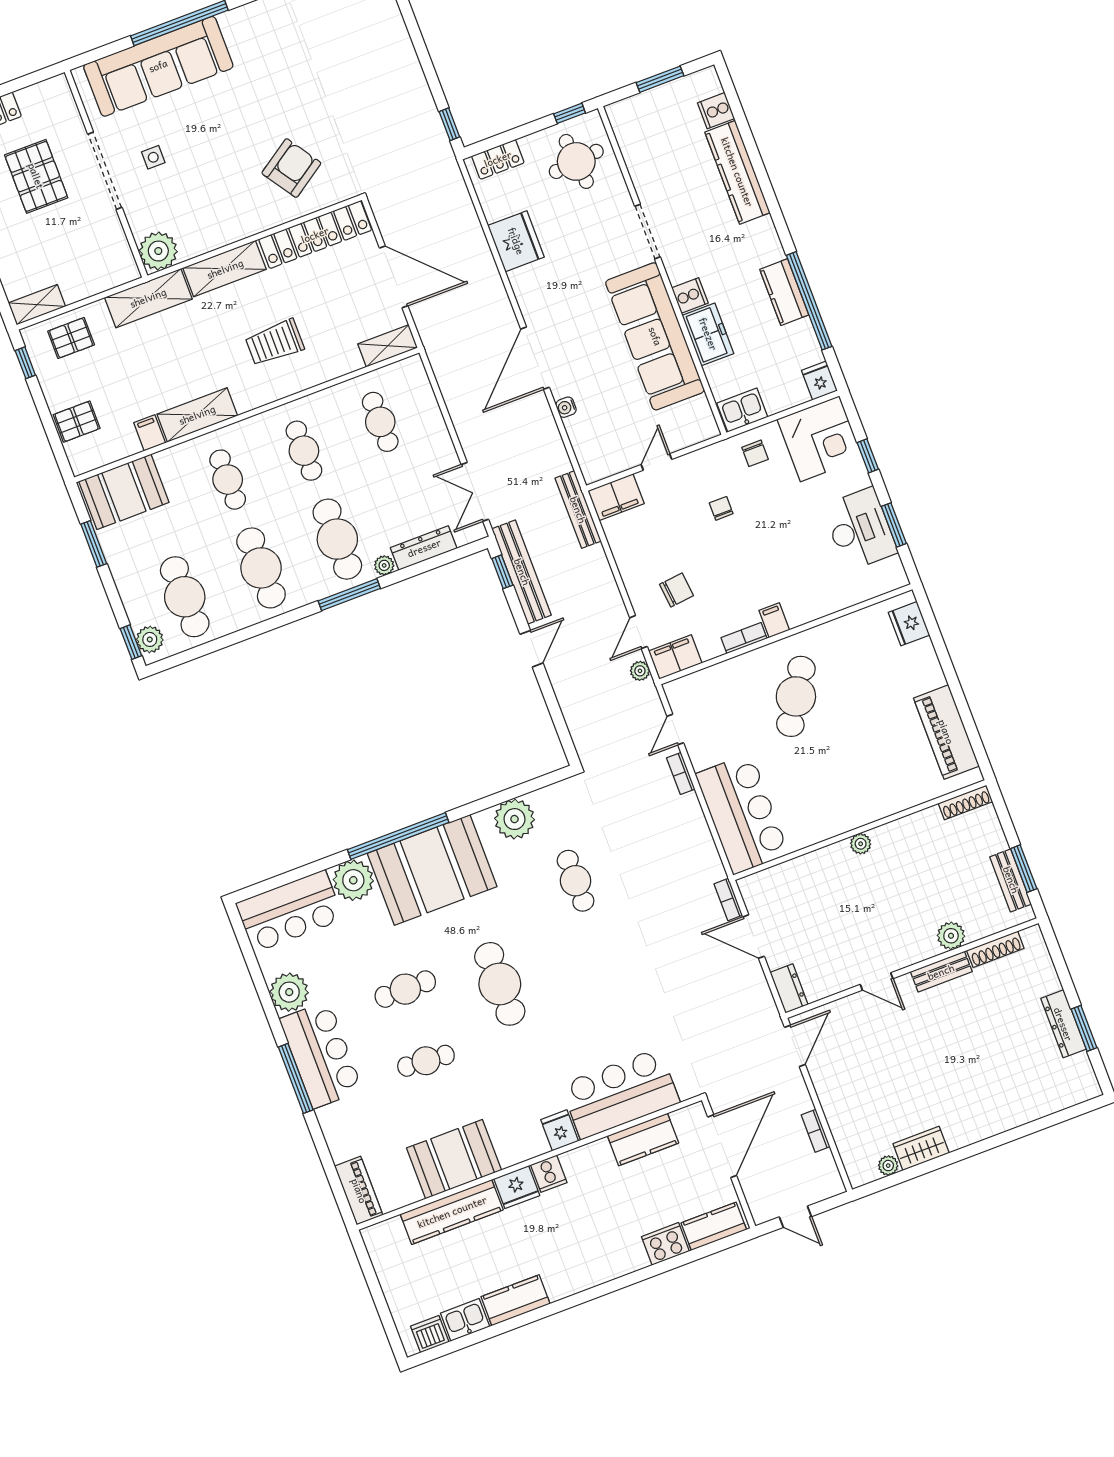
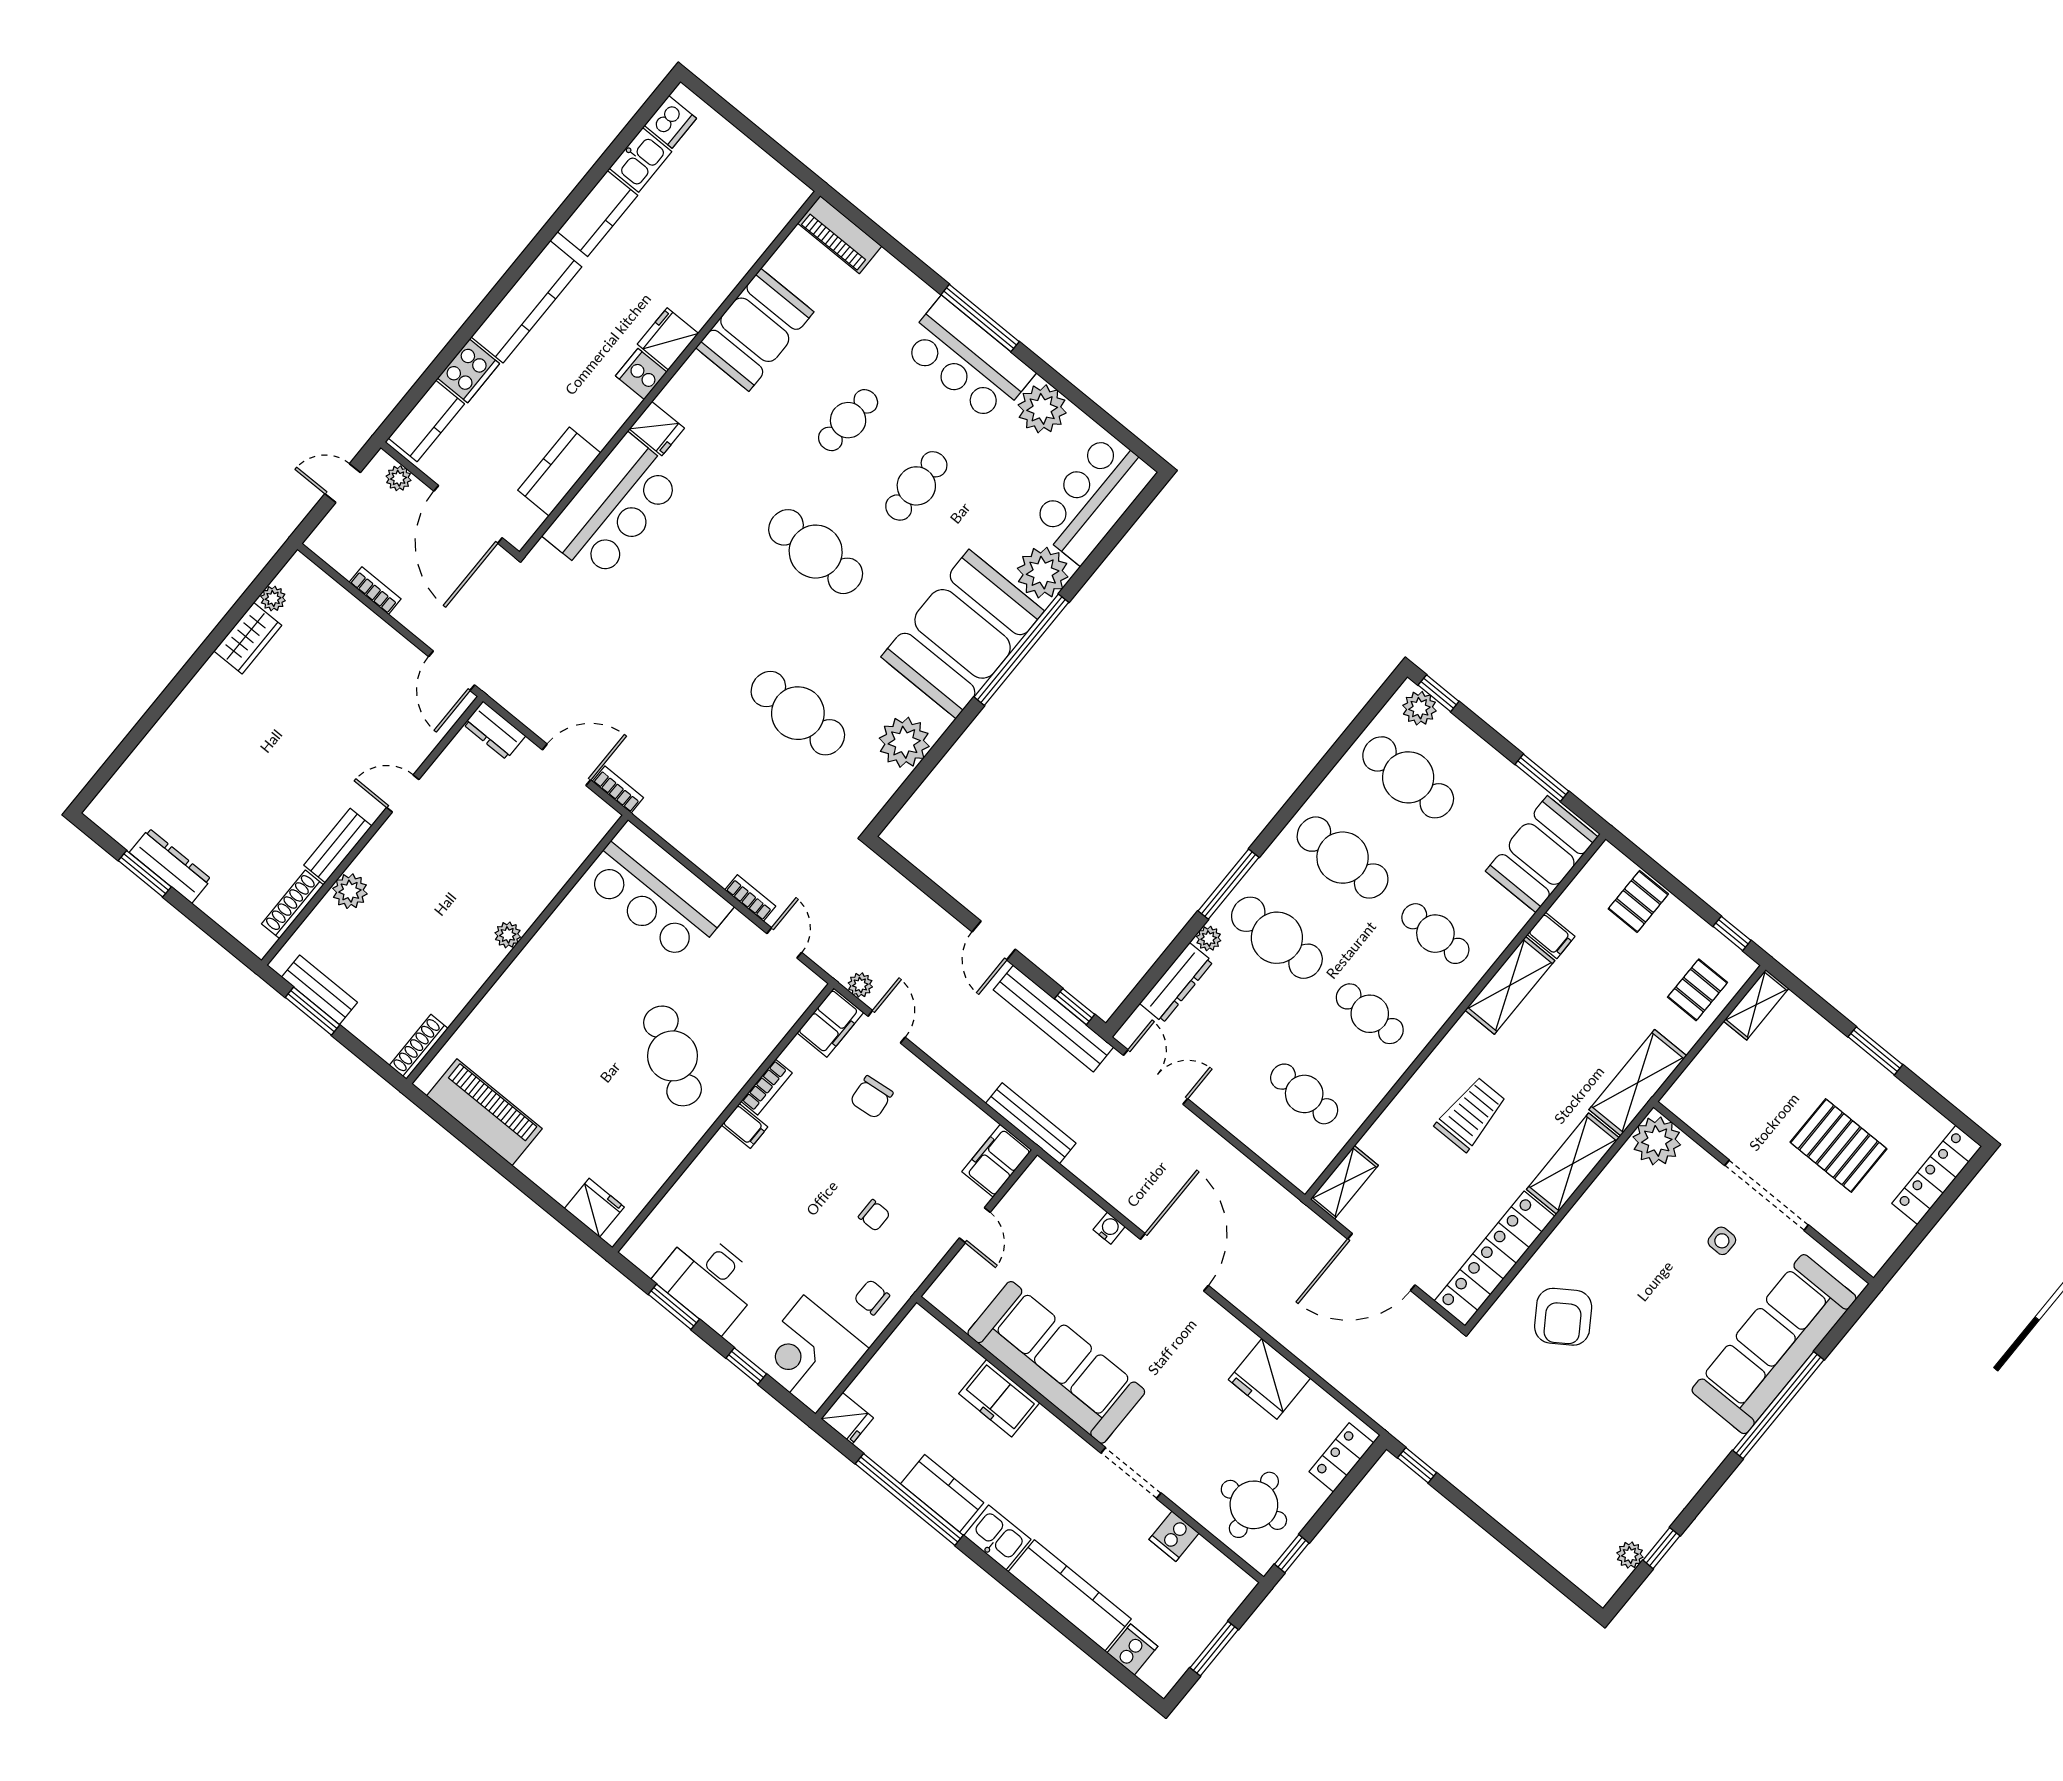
cooker: (690, 295) -> (1174, 1536), moved
kitchen sink: (742, 410) -> (997, 1538), moved, turned -90
cafe table: (576, 881) -> (798, 713), width x1.37, depth x1.35
plant: (755, 1198) -> (399, 478), added
kitchen counter: (452, 1212) -> (526, 302), moved, turned 180

